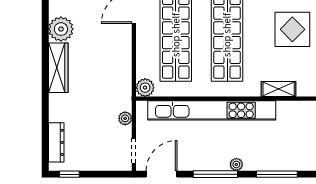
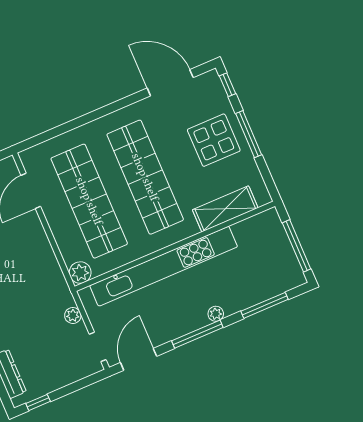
shelving: (279, 89) -> (225, 209), width x1.50, depth x1.33

